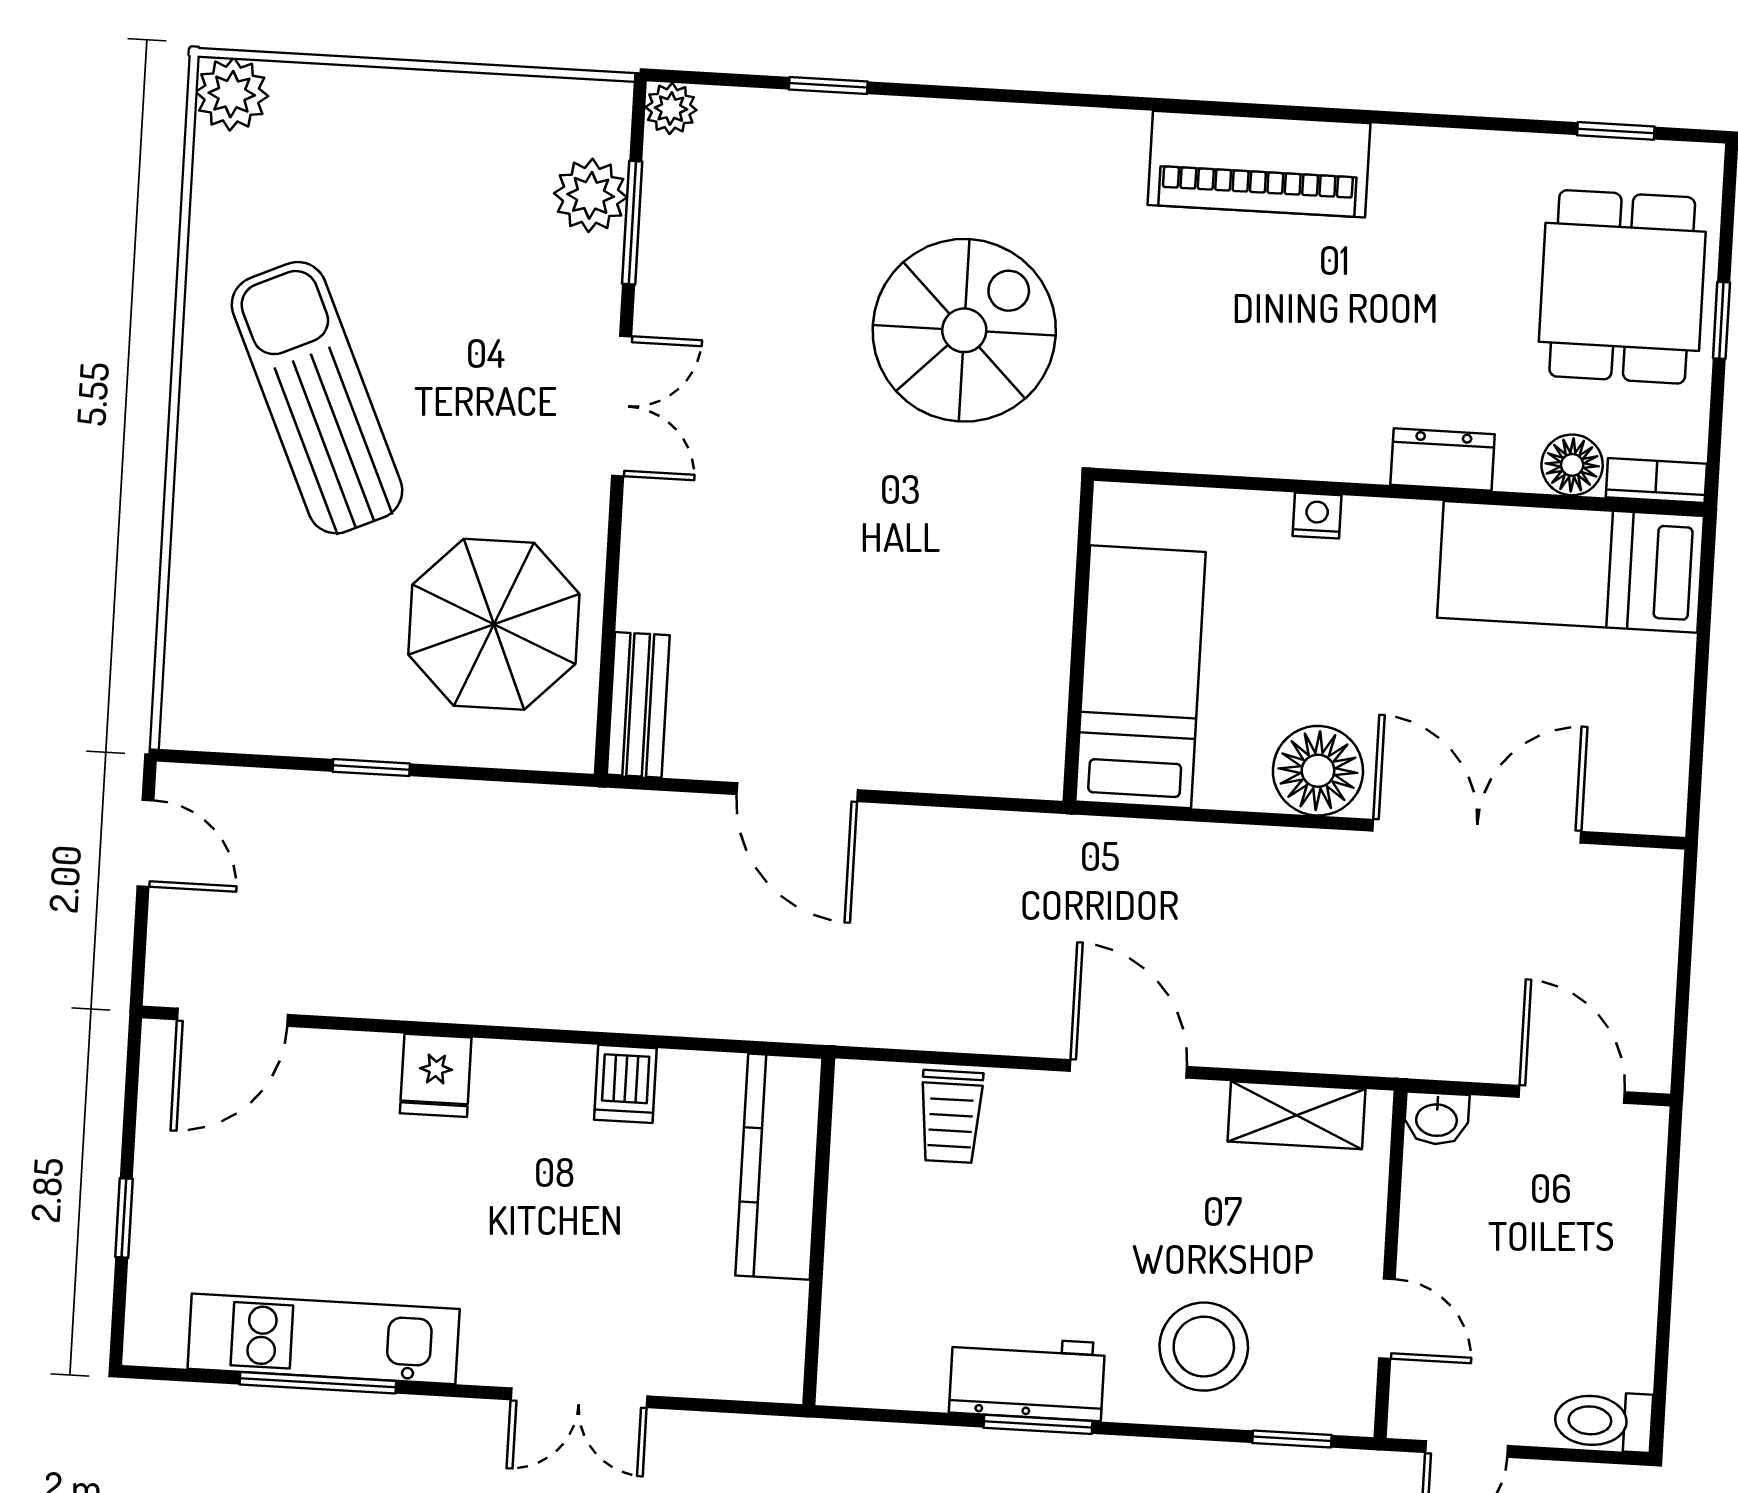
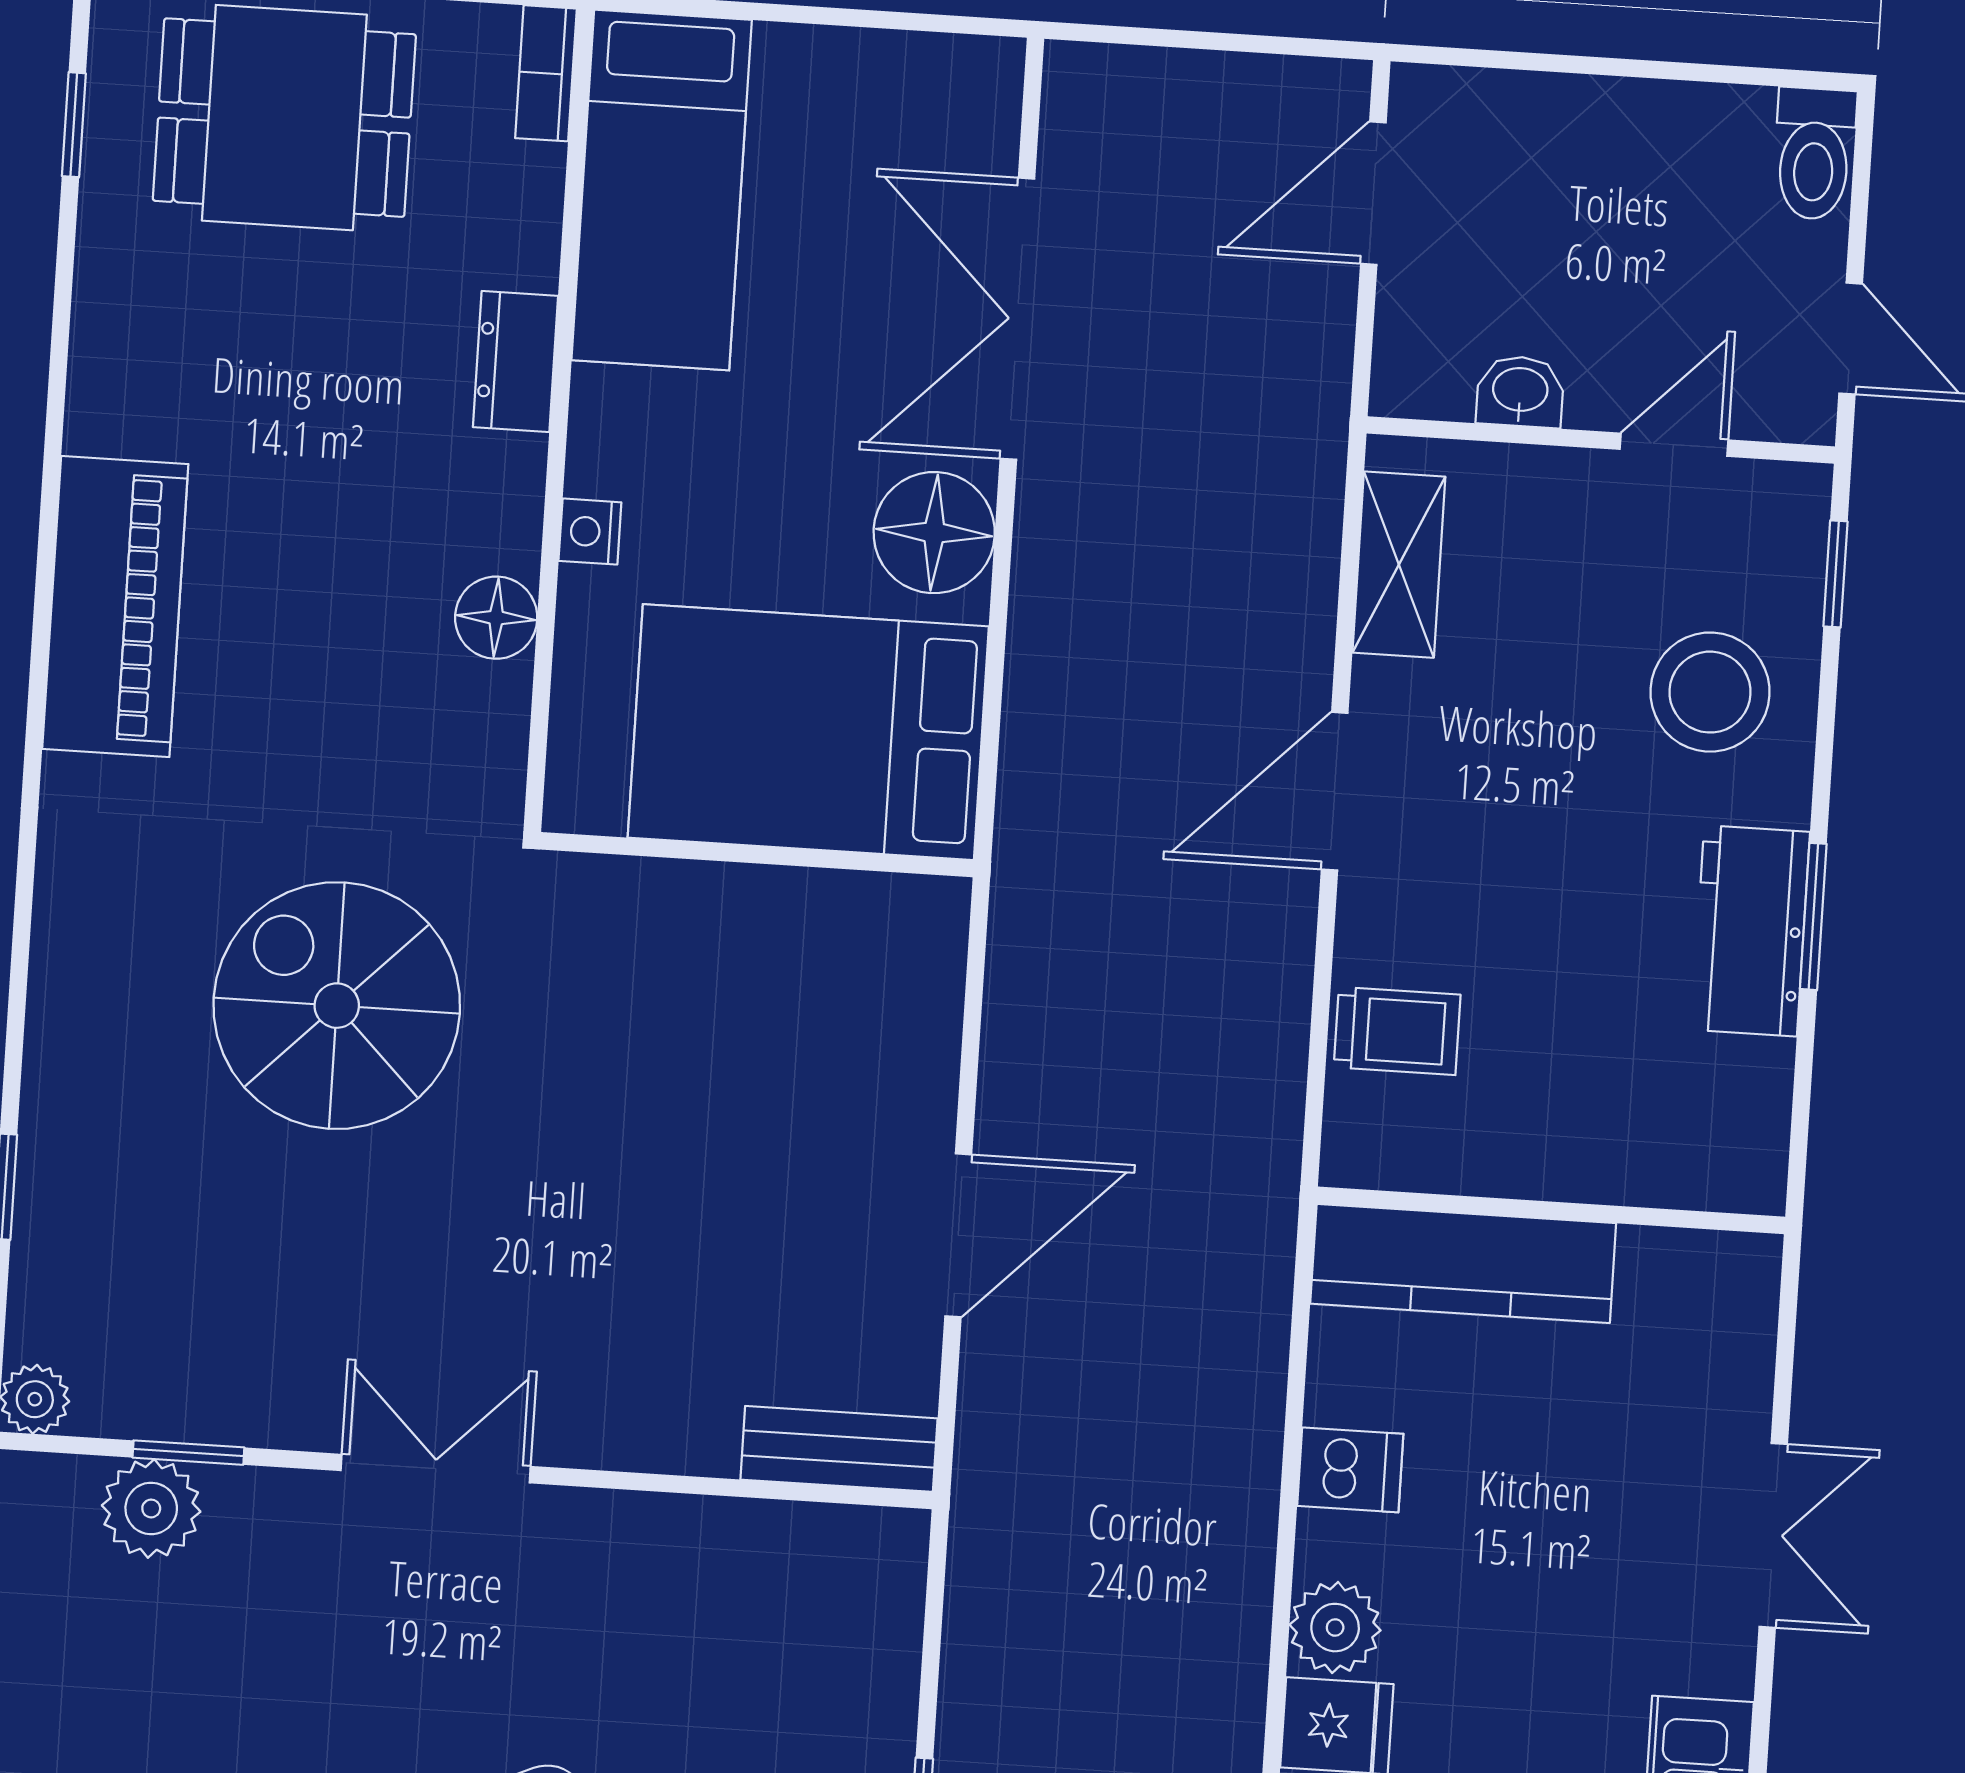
window: (632, 223) -> (188, 1453), width x0.67
floor lamp: (1572, 465) -> (496, 618), moved
parasol: (494, 624) -> (729, 1643), removed
bed: (1141, 677) -> (808, 732), width x1.50
plant: (508, 1074) -> (1335, 1628), added
washbasin: (1437, 1119) -> (1520, 392), moved, turned -90

